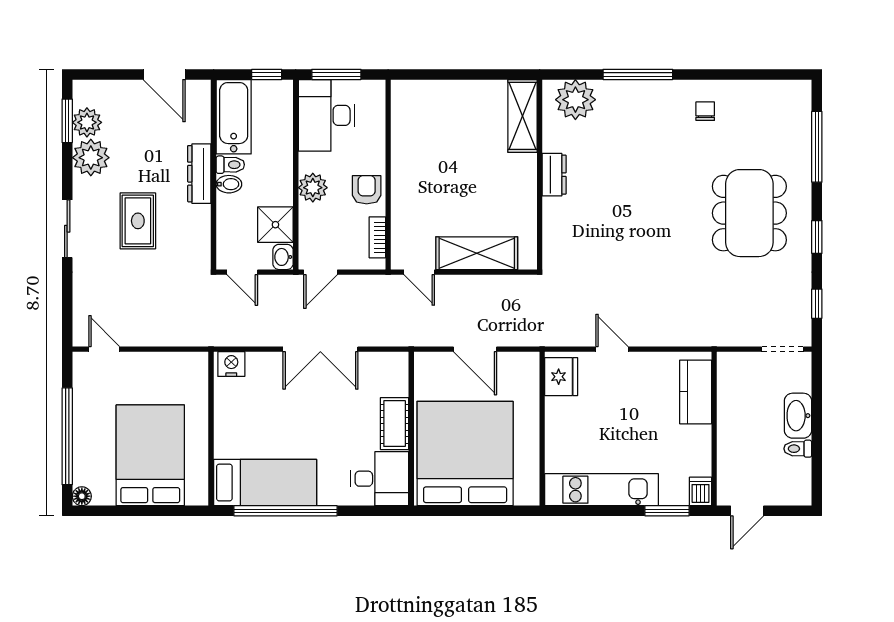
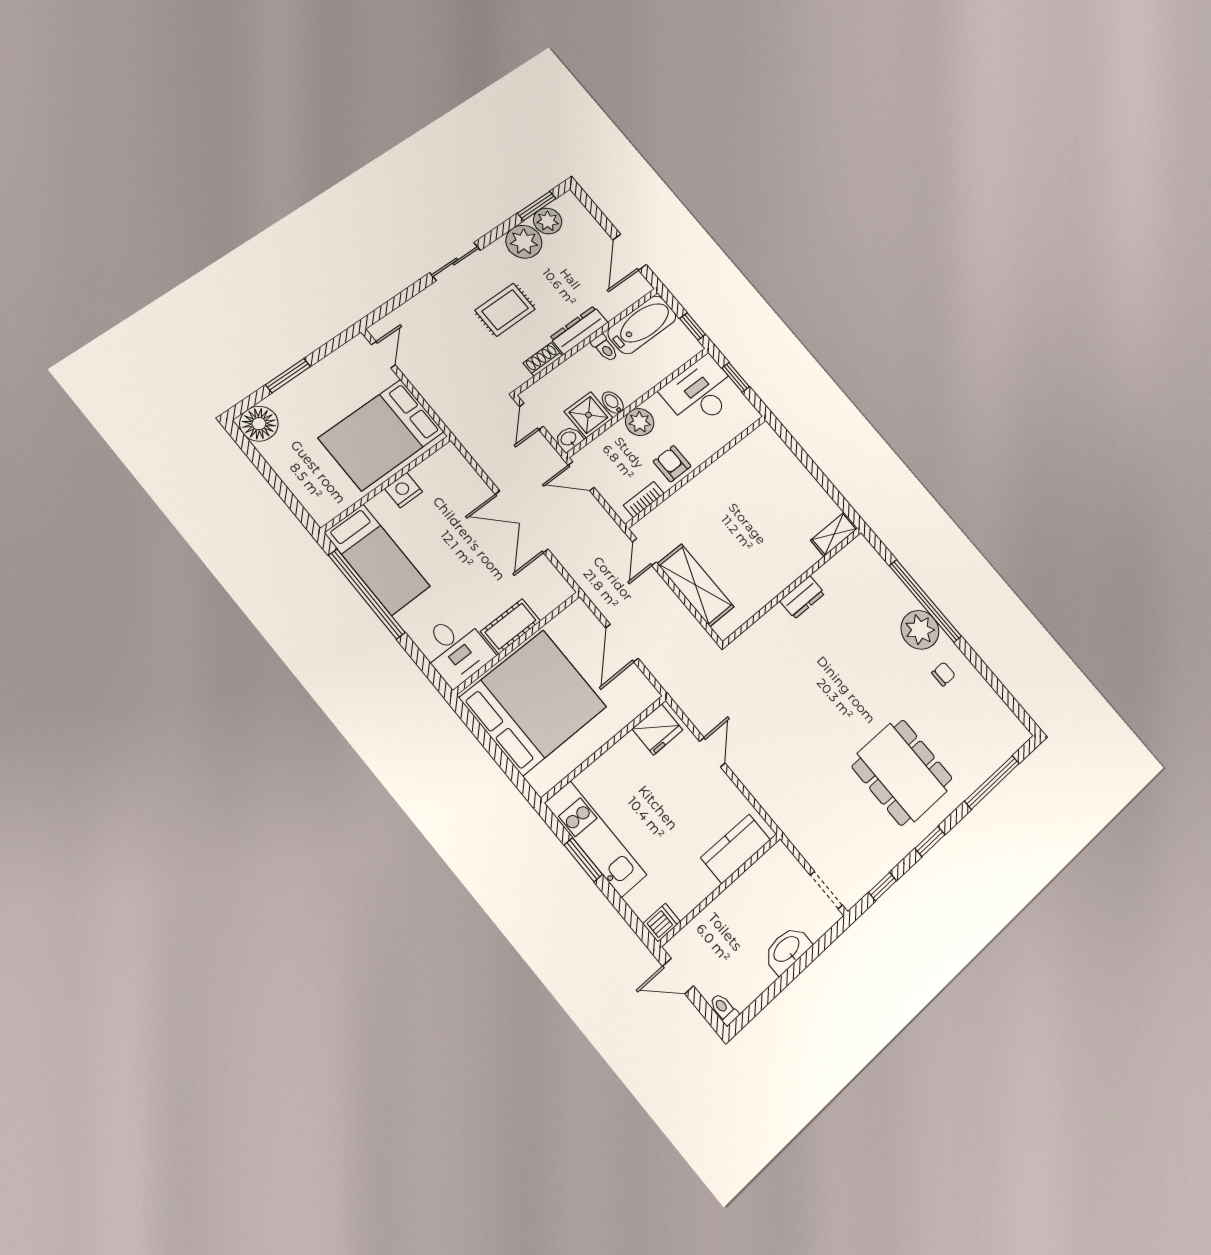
window: (336, 74) -> (736, 377), width x0.67
window: (638, 74) -> (925, 601), width x1.46
plant: (575, 100) -> (920, 630), moved
shelving: (522, 116) -> (834, 534), width x0.67, depth x0.75
bidet: (229, 184) -> (613, 403), moved, turned 180
armchair: (367, 190) -> (672, 464), turned -90
dining table: (749, 213) -> (902, 772), turned 90
shoe rack: (202, 224) -> (543, 359), added
nightstand: (231, 364) -> (404, 490), moved, turned -90
window: (67, 436) -> (288, 376), width x0.47
toilet: (798, 449) -> (724, 1009), moved
bed: (150, 455) -> (381, 435), moved, turned 180
floor lamp: (82, 496) -> (259, 424), width x1.89, depth x1.89
window: (667, 511) -> (583, 860), moved

